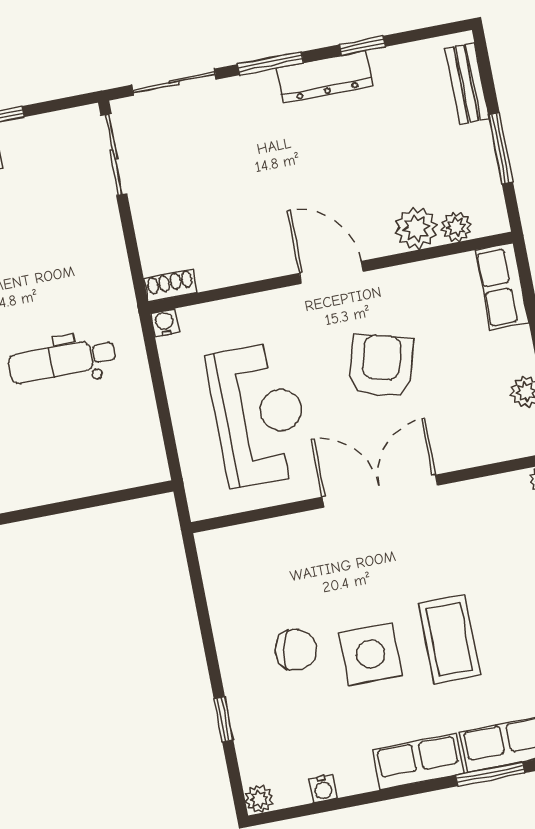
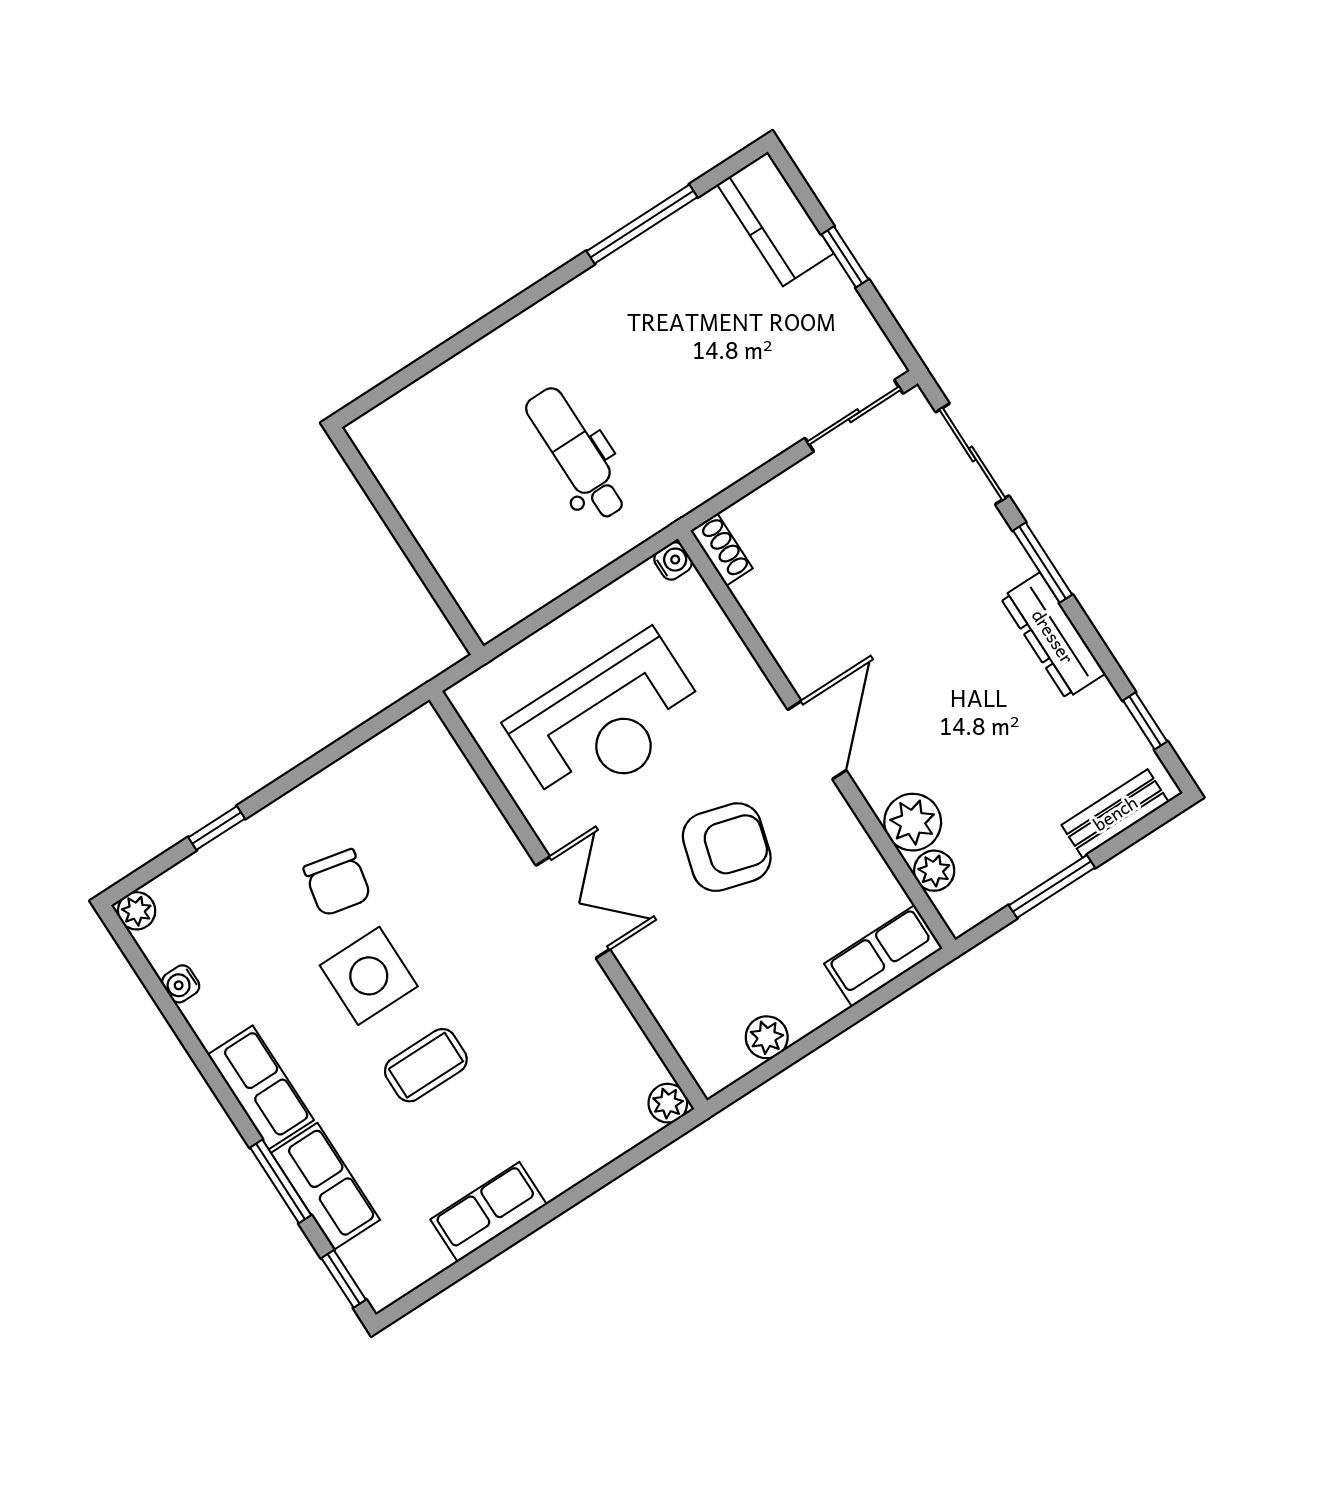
window: (362, 46) -> (1145, 721), moved
double door: (380, 491) -> (573, 907), width x0.73
coffee table: (449, 639) -> (426, 1065), width x0.73, depth x0.77

